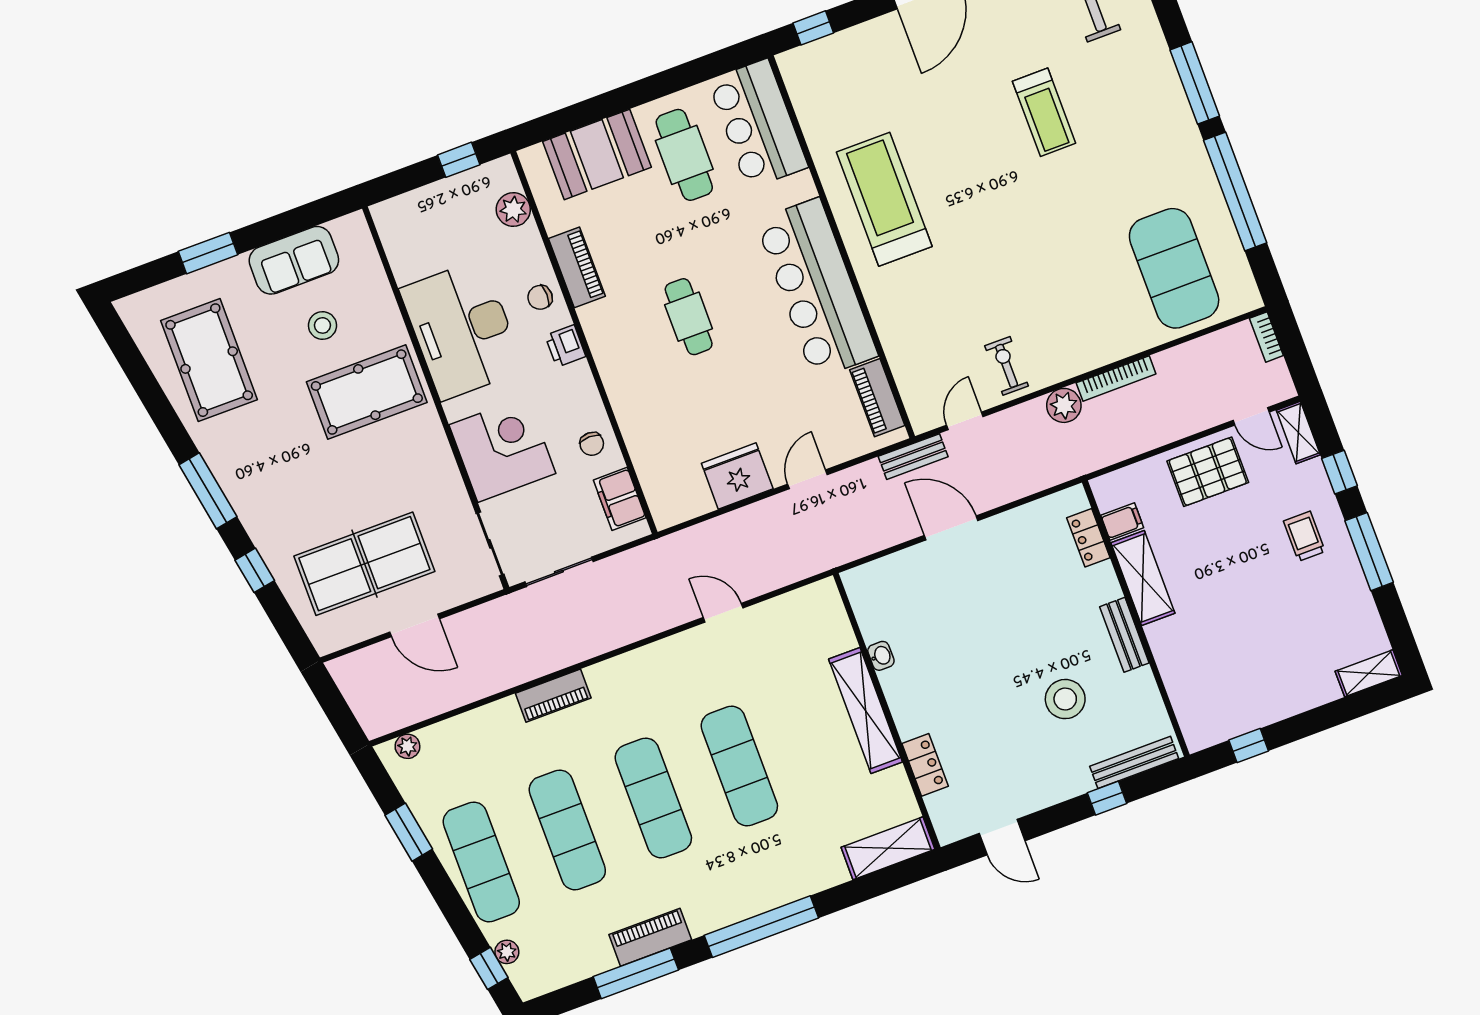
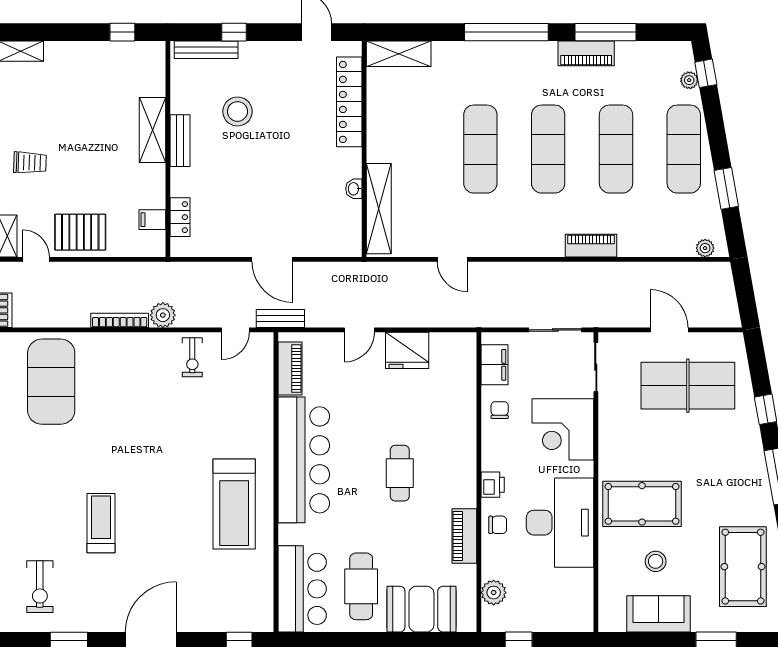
trolley: (1304, 536) -> (30, 163), turned -88
shelving: (1143, 578) -> (153, 130), moved
shelving: (865, 710) -> (379, 209), moved
locker: (925, 765) -> (349, 102), width x2.16, depth x1.21

